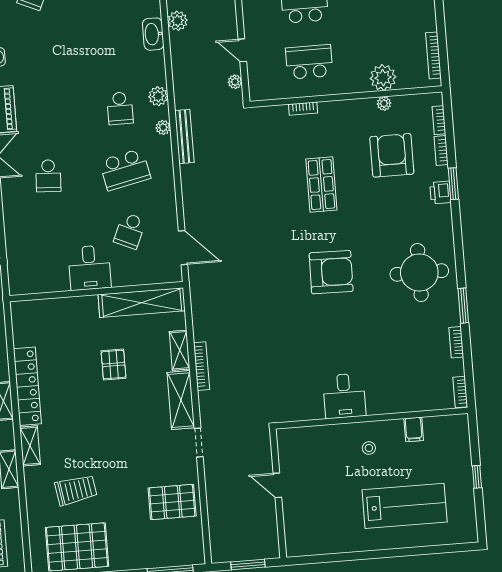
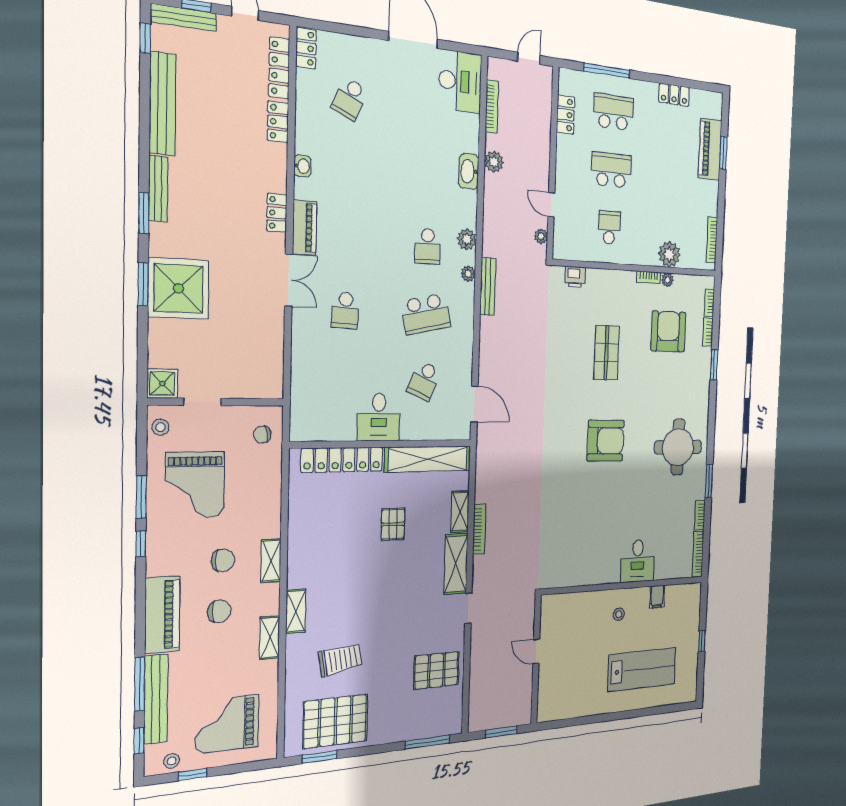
school desk: (309, 62) -> (609, 228), width x0.54
bookcase: (303, 109) -> (649, 277), moved
printer: (440, 193) -> (575, 277), moved, turned -90
locker: (27, 386) -> (342, 460), moved, turned 90
bookcase: (460, 392) -> (698, 554), width x1.56
desk: (344, 396) -> (638, 561), moved

